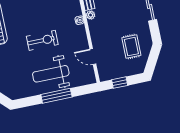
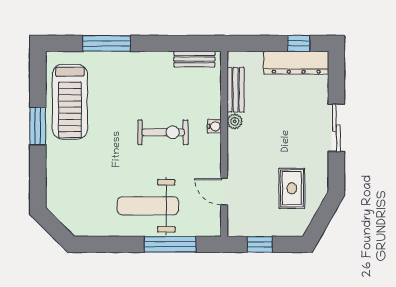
exercise bike: (42, 40) -> (163, 132), moved
window: (56, 96) -> (170, 244), moved

